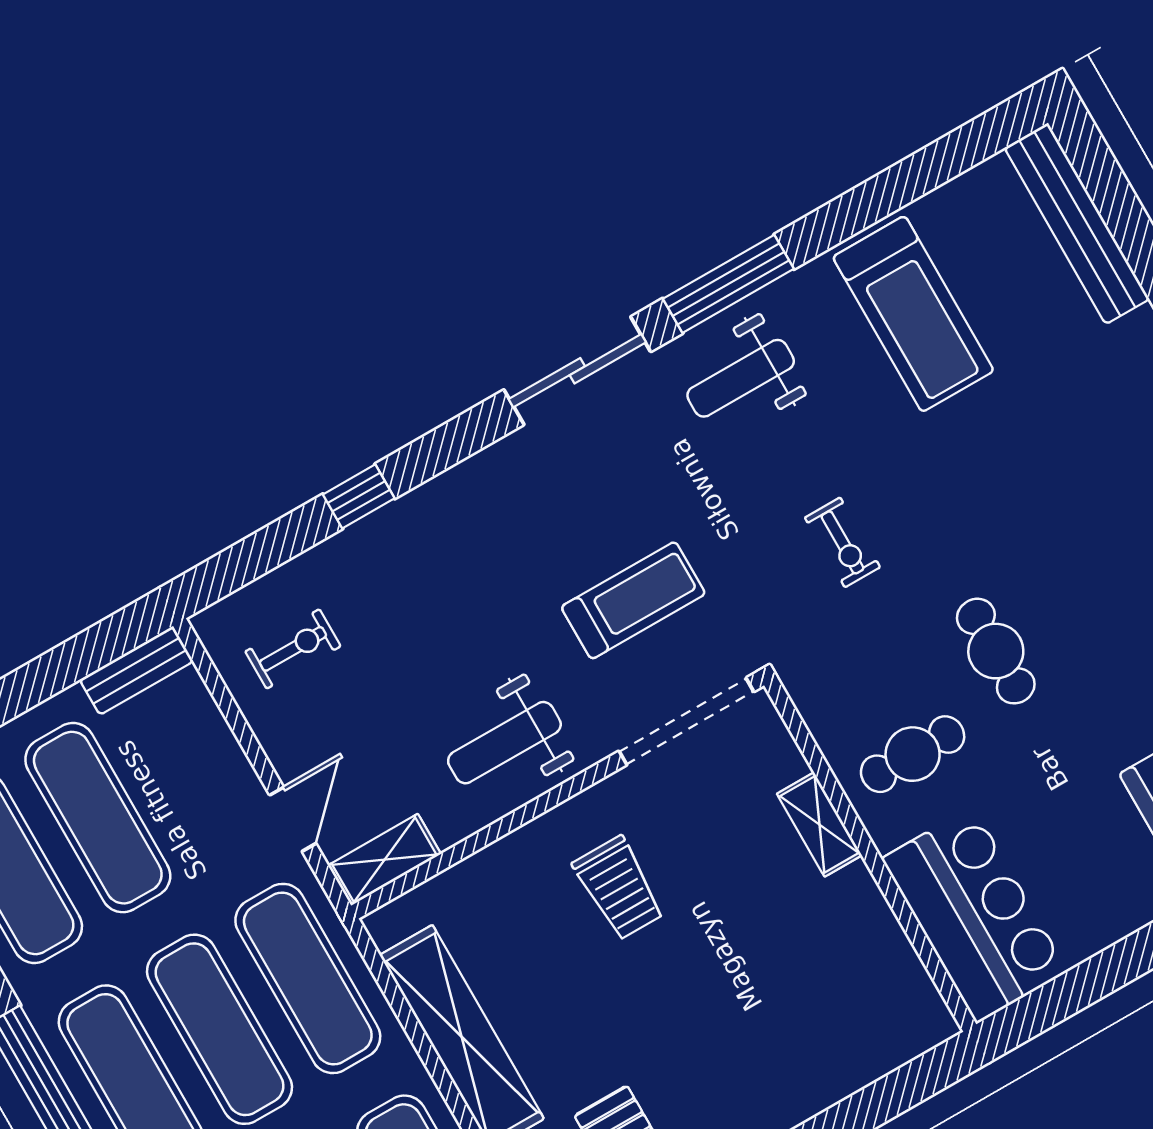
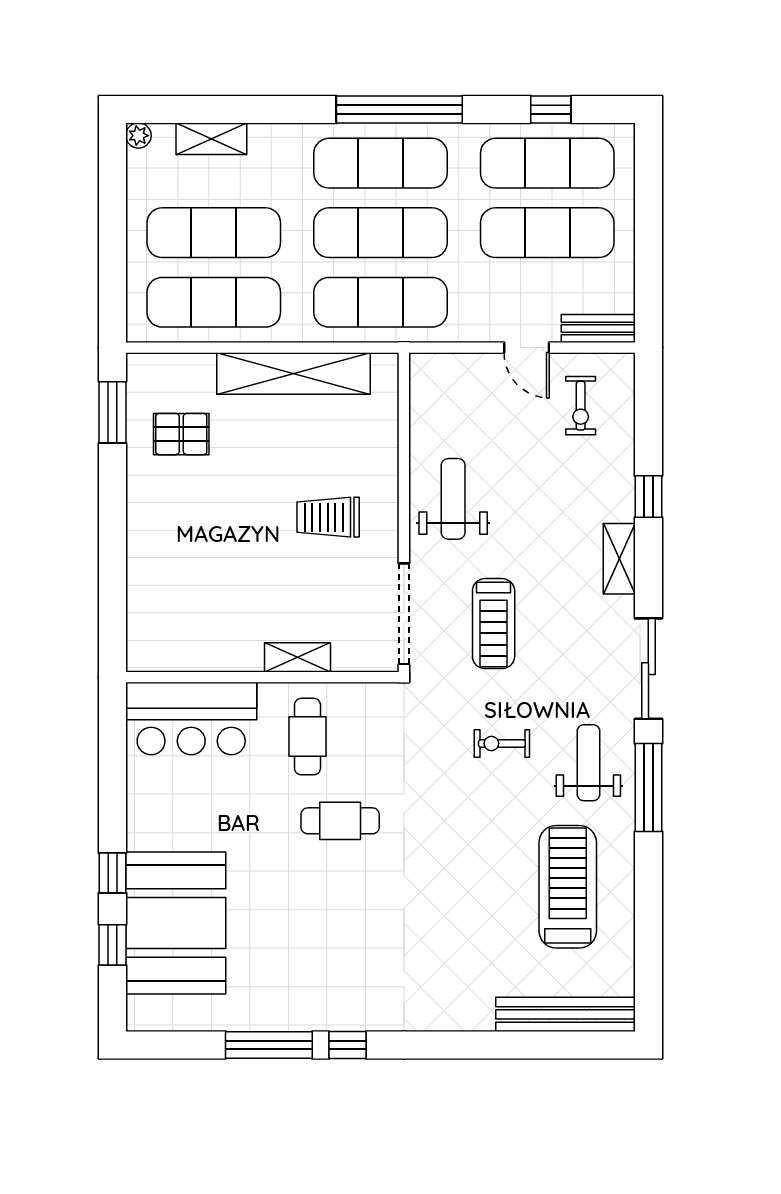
treadmill: (913, 314) -> (568, 887), turned 90
exercise bike: (842, 542) -> (502, 744), moved
bench: (136, 670) -> (598, 328), moved, turned 90
door: (293, 819) -> (527, 348), moved
shelving: (384, 860) -> (619, 559), moved

